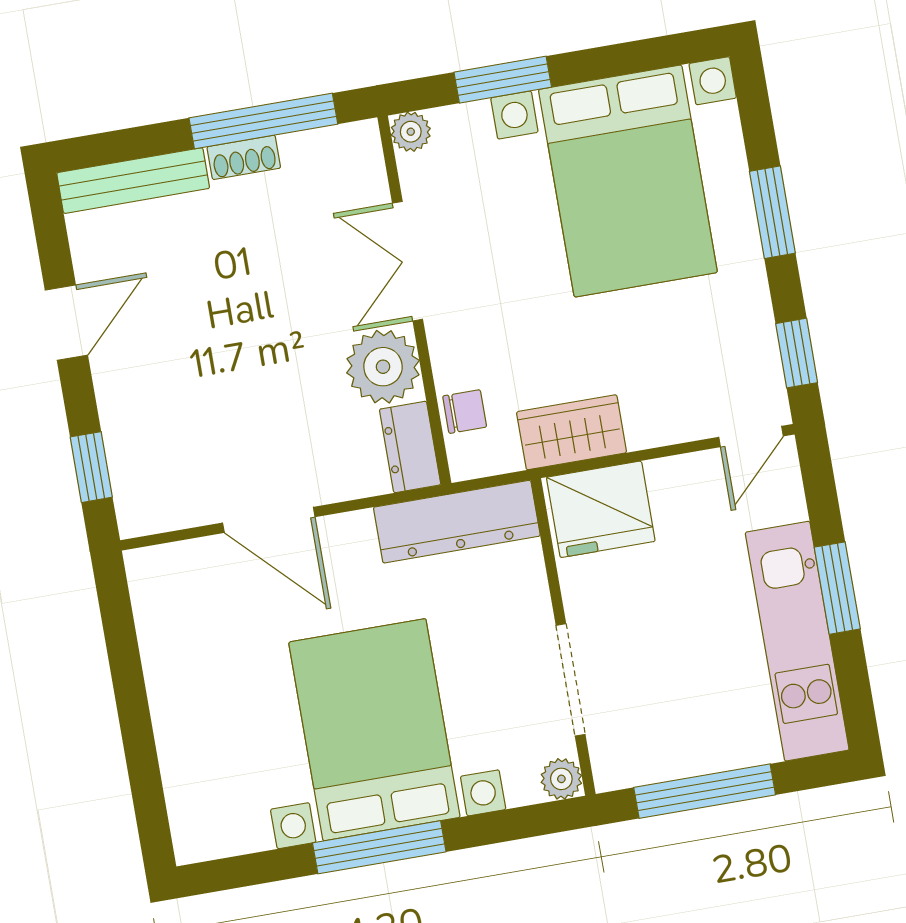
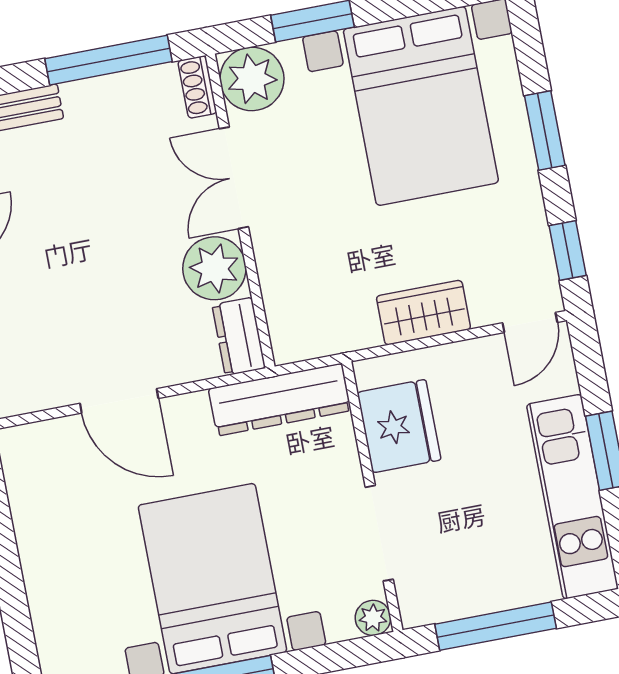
plant: (411, 132) -> (252, 79), width x1.88, depth x1.88
shoe rack: (244, 157) -> (197, 87), moved, turned 90
chair: (465, 412) -> (285, 305), removed
wardrobe: (572, 432) -> (423, 313), moved
fridge: (601, 509) -> (399, 426), moved, turned -90

